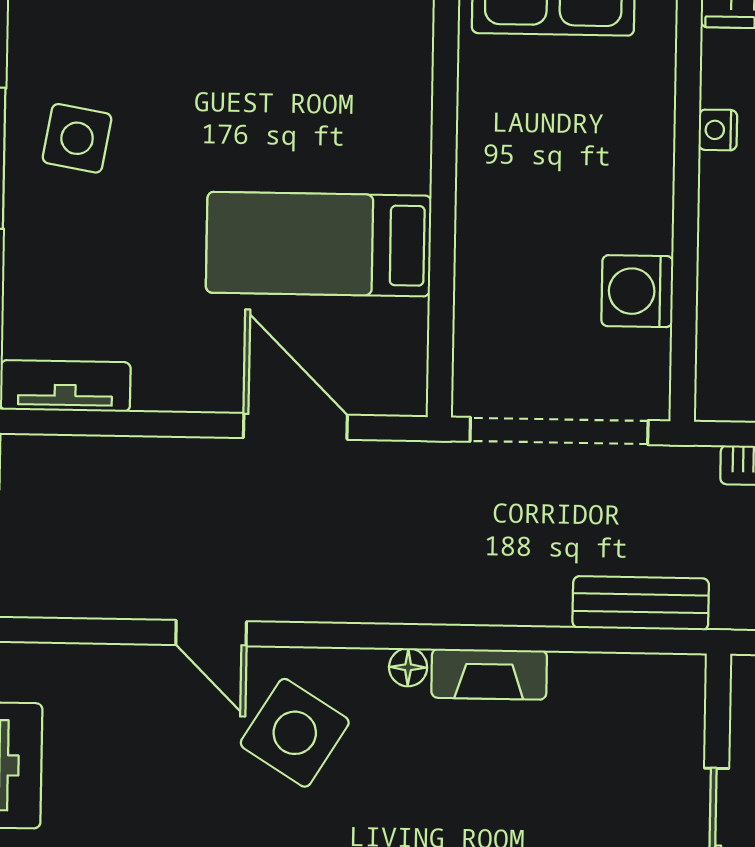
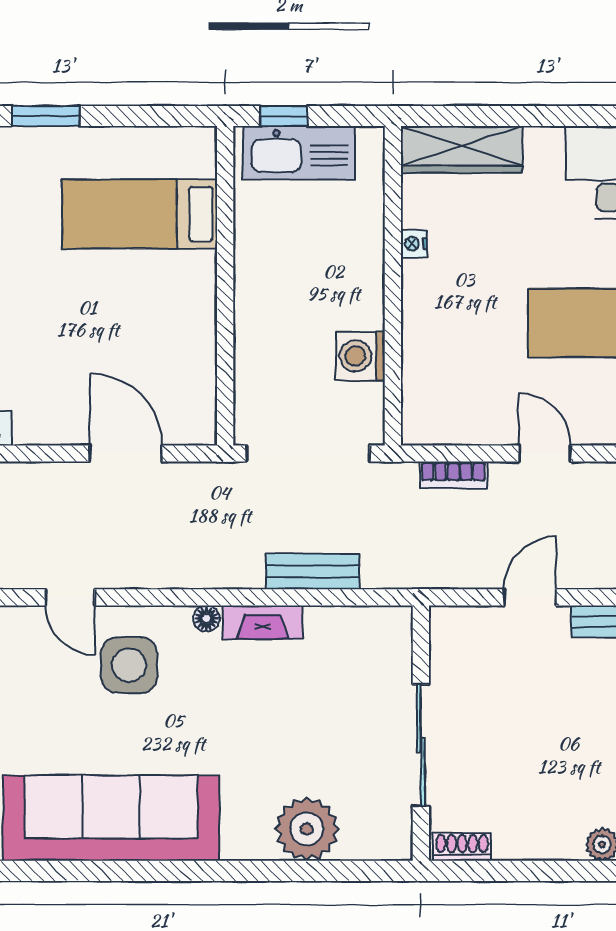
bed: (319, 244) -> (140, 214), moved
bench: (641, 603) -> (313, 571), moved
side table: (295, 733) -> (129, 665), turned -32

